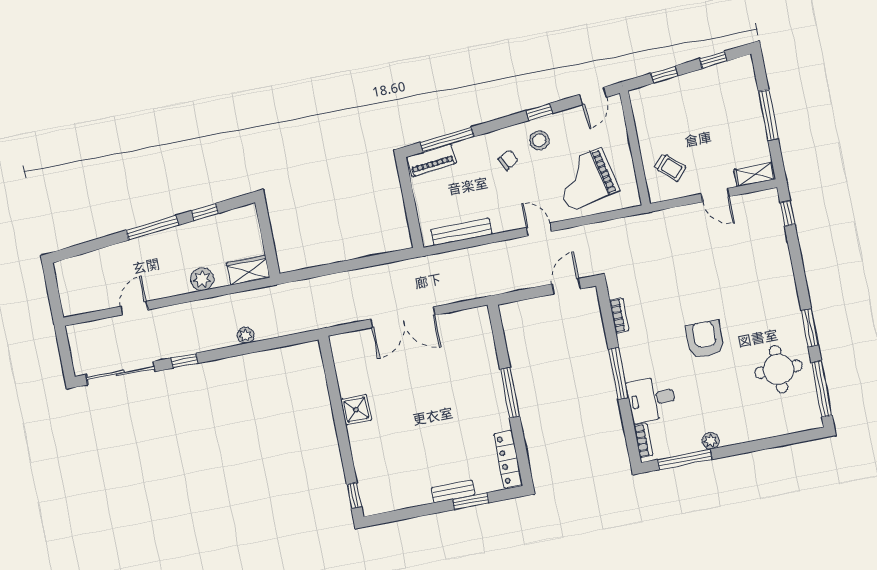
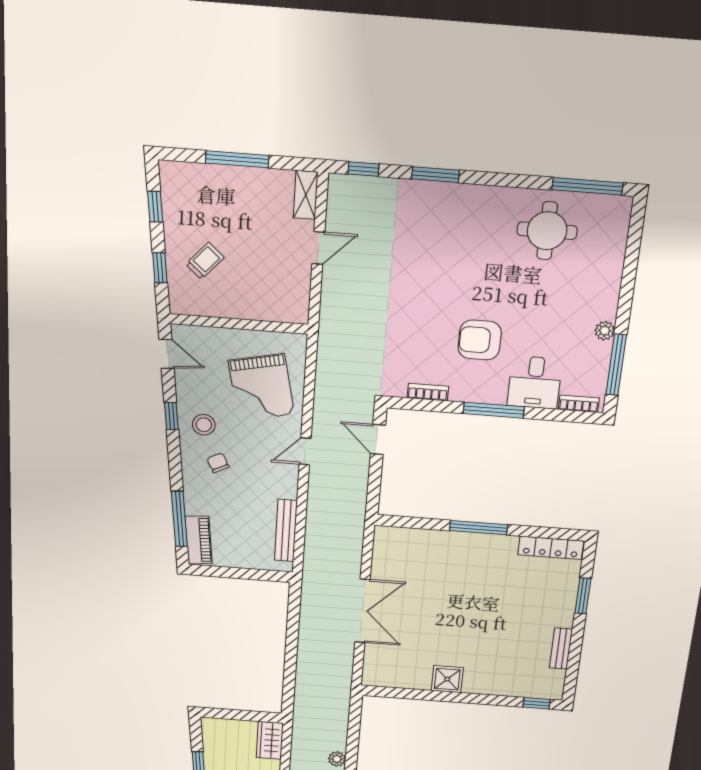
trolley: (670, 167) -> (205, 261), moved
window: (810, 328) -> (435, 175), moved
armchair: (705, 339) -> (480, 340), moved
bench: (453, 491) -> (561, 648), moved

